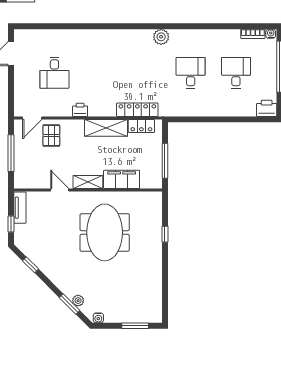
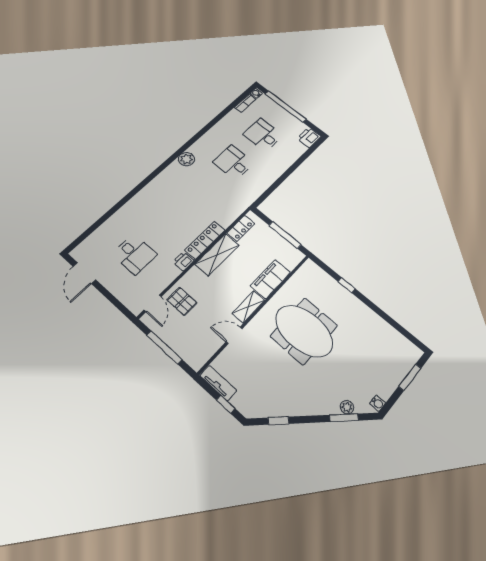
locker: (137, 110) -> (205, 240), moved

